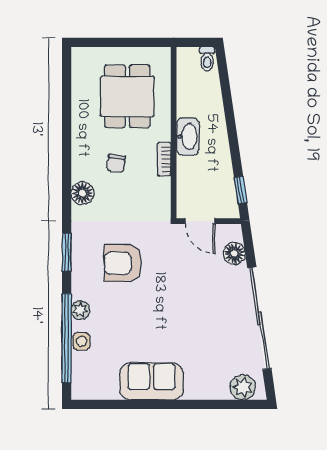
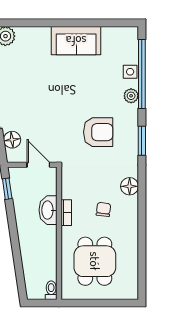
toilet: (207, 59) -> (51, 290), moved
washbasin: (188, 137) -> (48, 210), moved

